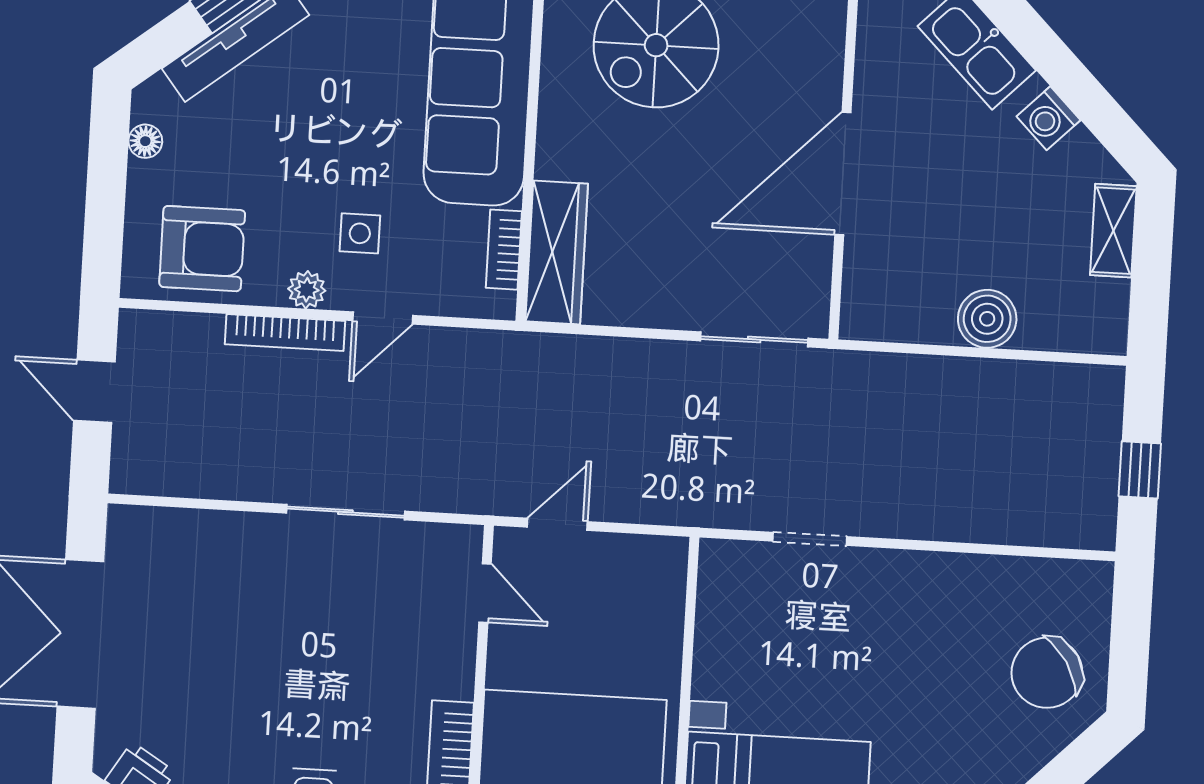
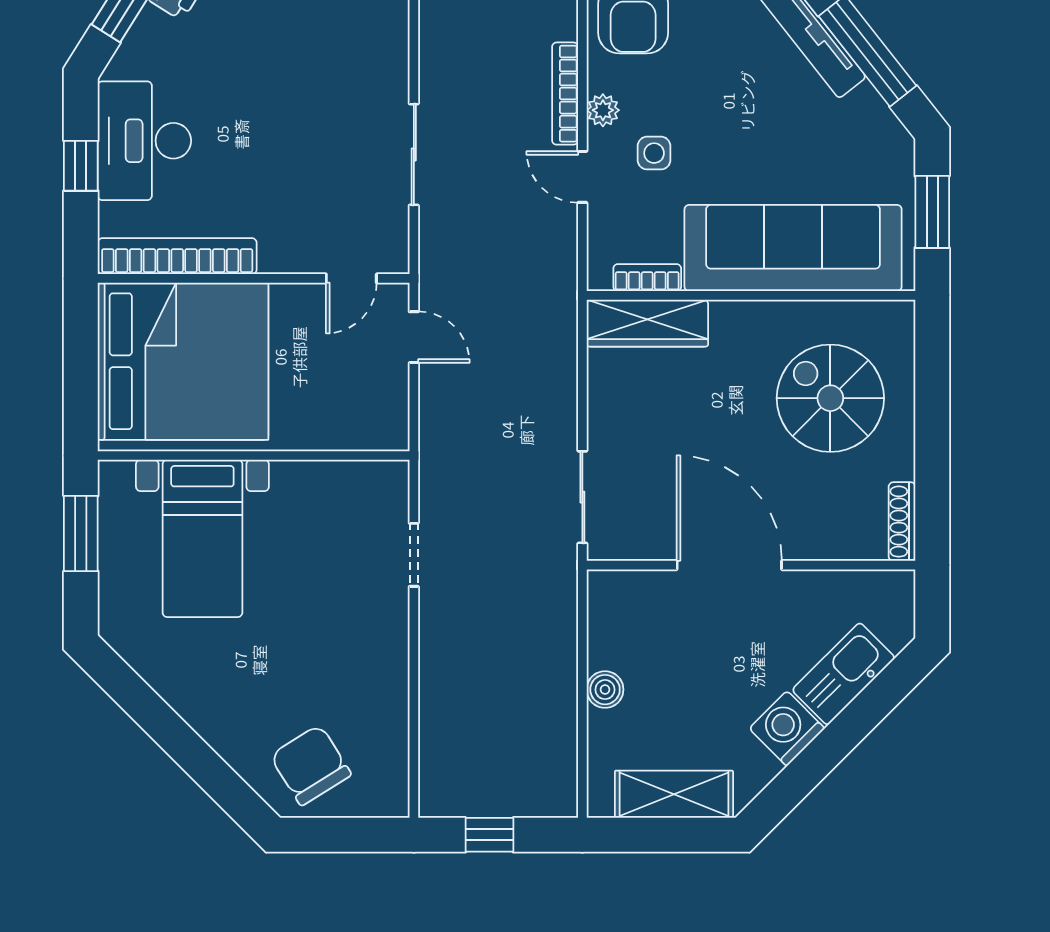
washing machine: (1048, 118) -> (787, 728), width x1.38, depth x1.38
shelving: (1113, 231) -> (674, 794), width x1.50, depth x1.33
boiler: (987, 319) -> (605, 690), width x0.73, depth x0.73

